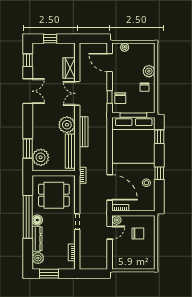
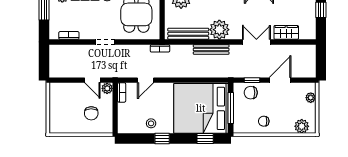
door: (110, 63) -> (280, 80), moved
plant: (149, 71) -> (302, 126), moved
door: (110, 187) -> (146, 80), width x0.53

